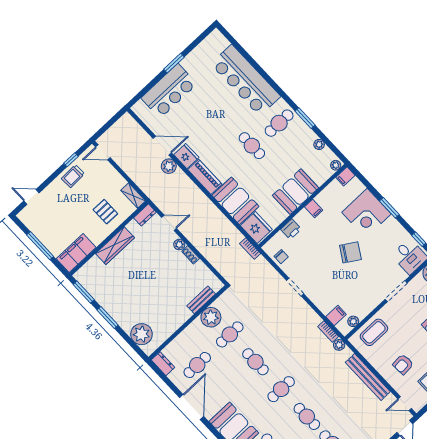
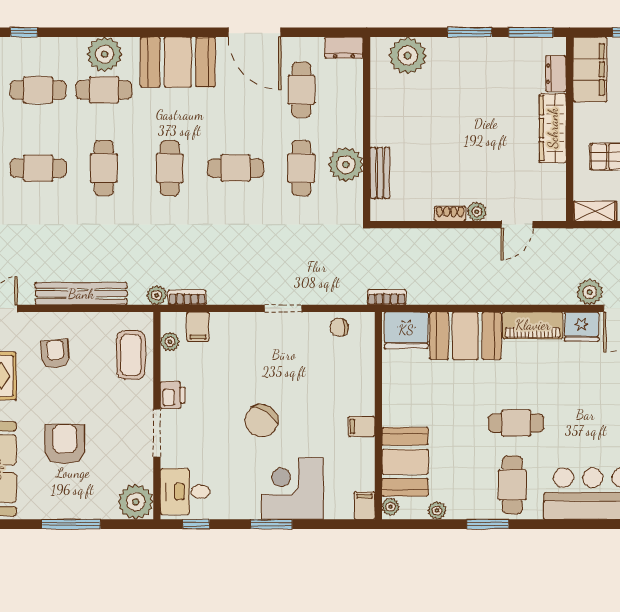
booth: (296, 192) -> (405, 462), moved
dresser: (145, 215) -> (556, 74), moved
printer: (291, 229) -> (173, 395), moved, turned 180
cafe table: (307, 416) -> (104, 168), turned 90

